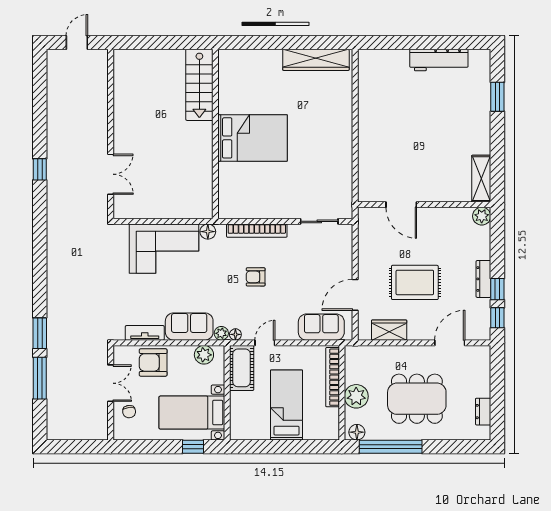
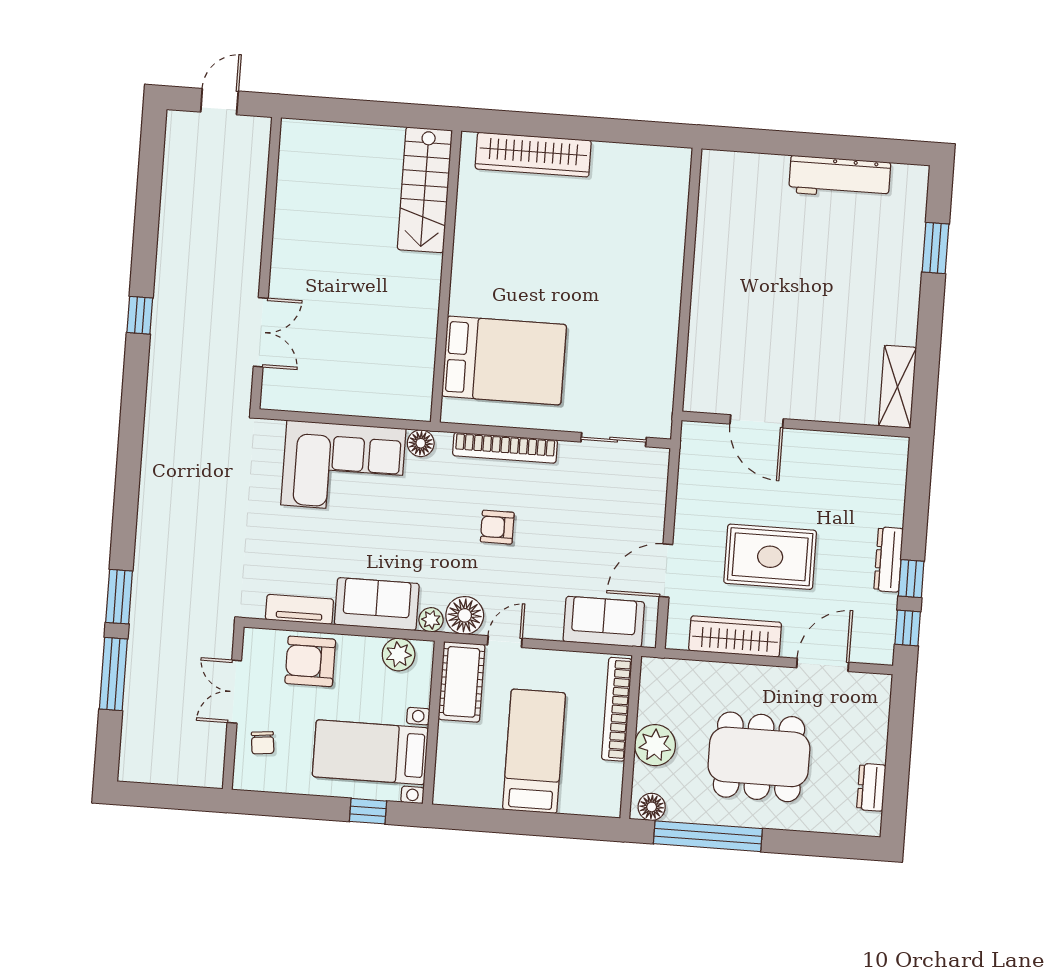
wardrobe: (316, 60) -> (533, 155), moved
bed: (253, 138) -> (504, 360), moved
plant: (482, 216) -> (894, 451), removed
wardrobe: (389, 330) -> (735, 637), width x1.50
floor lamp: (235, 334) -> (465, 615), width x1.89, depth x1.89
double door: (111, 383) -> (234, 692), swing flipped

